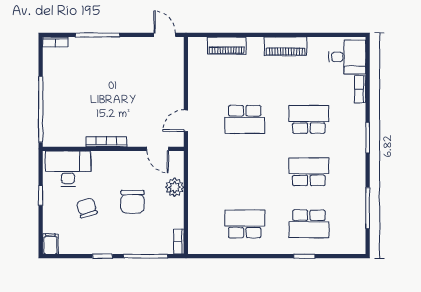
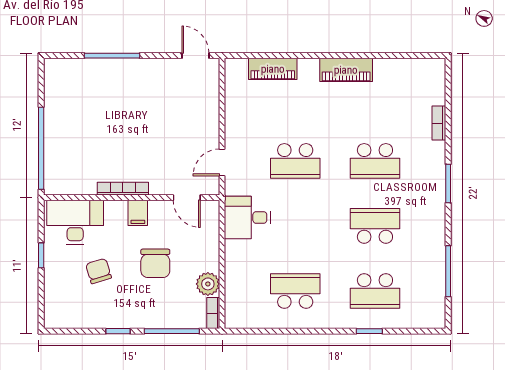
bookcase: (55, 42) -> (59, 64), removed
desk: (347, 57) -> (247, 217), moved, turned 180
school desk: (309, 119) -> (375, 161), turned 180
plant: (175, 187) -> (208, 284), moved
filing cabinet: (50, 244) -> (138, 213), moved, turned 180

